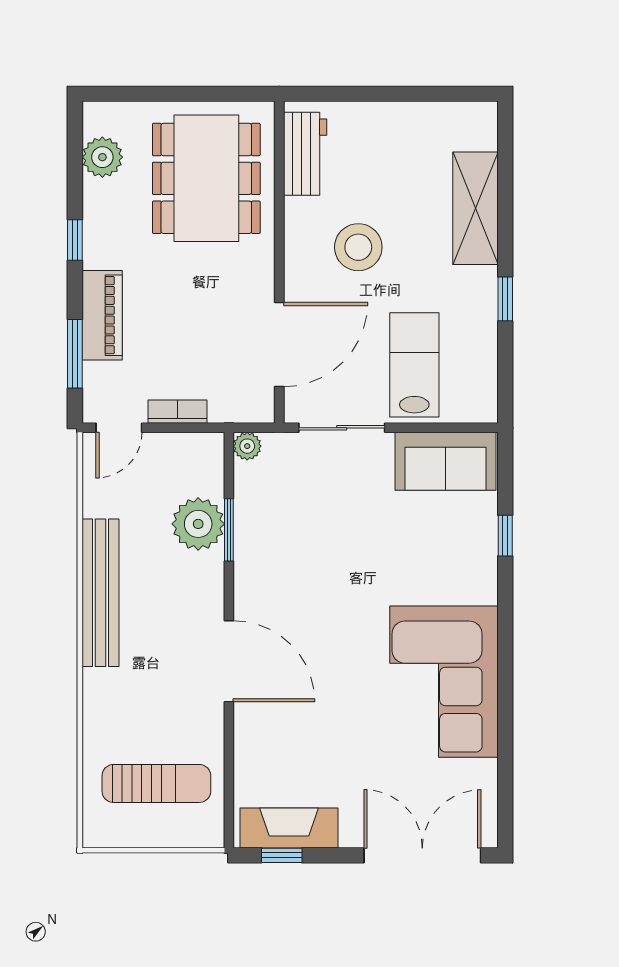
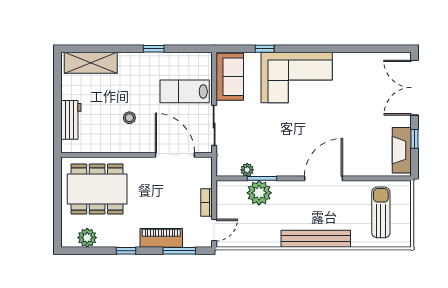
workbench: (305, 154) -> (71, 120), moved, turned 90
shelving: (476, 208) -> (91, 63), moved
stool: (358, 247) -> (129, 118), width x0.53, depth x0.53
door: (119, 428) -> (214, 230), hinge flipped
plant: (247, 446) -> (247, 170), moved
bench: (100, 593) -> (316, 239), moved
corner sofa: (444, 682) -> (297, 78), moved
window: (282, 855) -> (415, 139), moved

